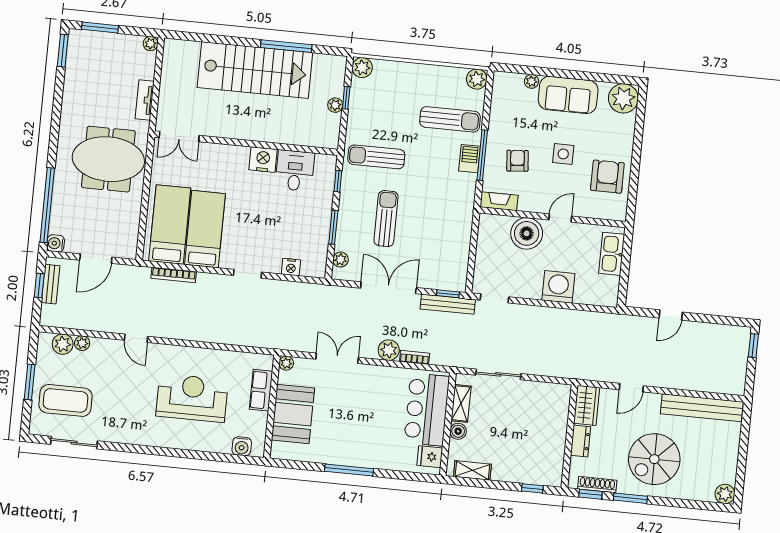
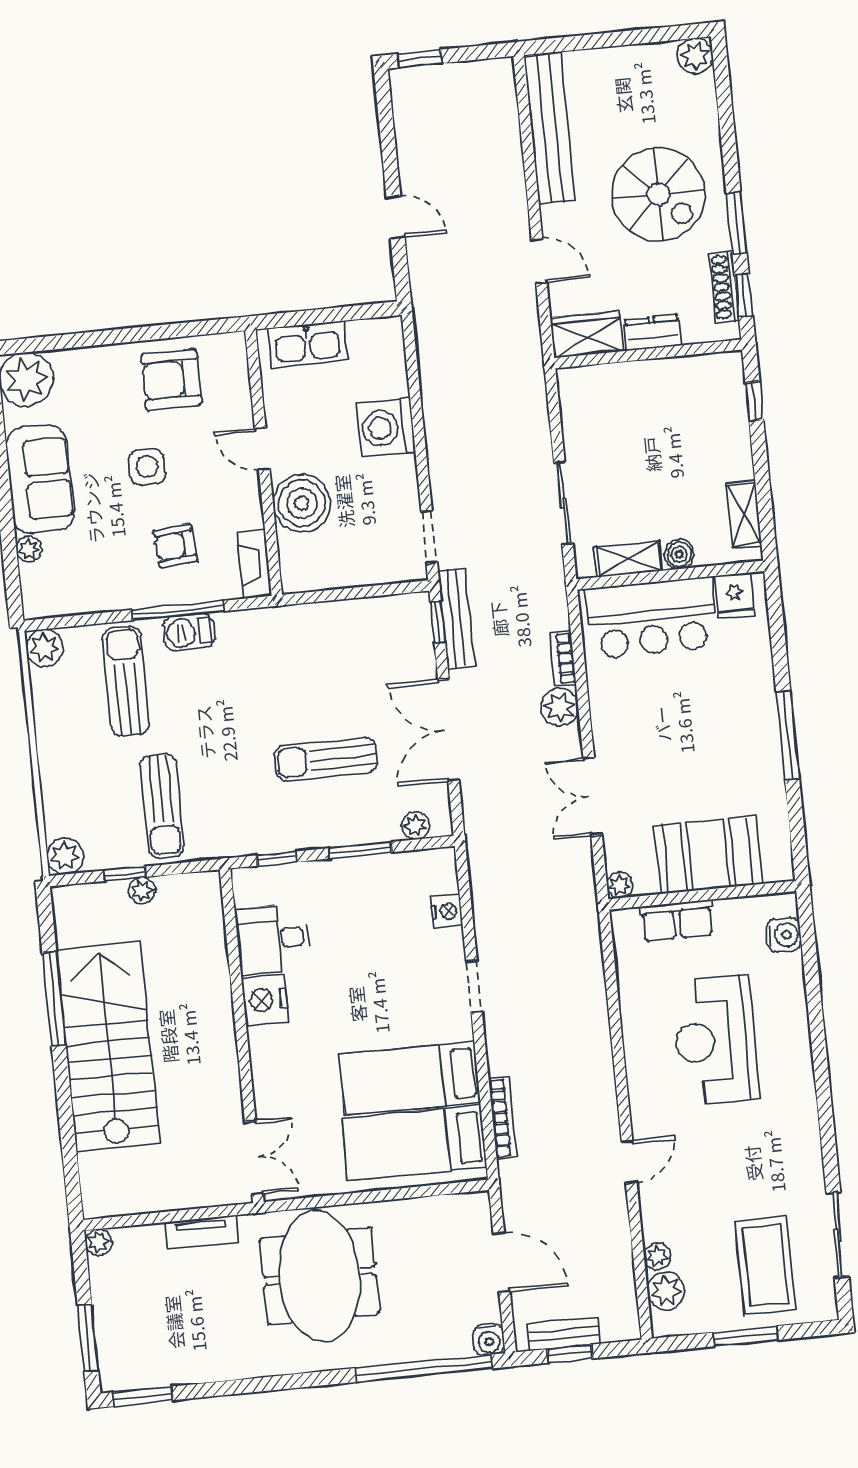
sun lounger: (376, 157) -> (162, 806), moved

